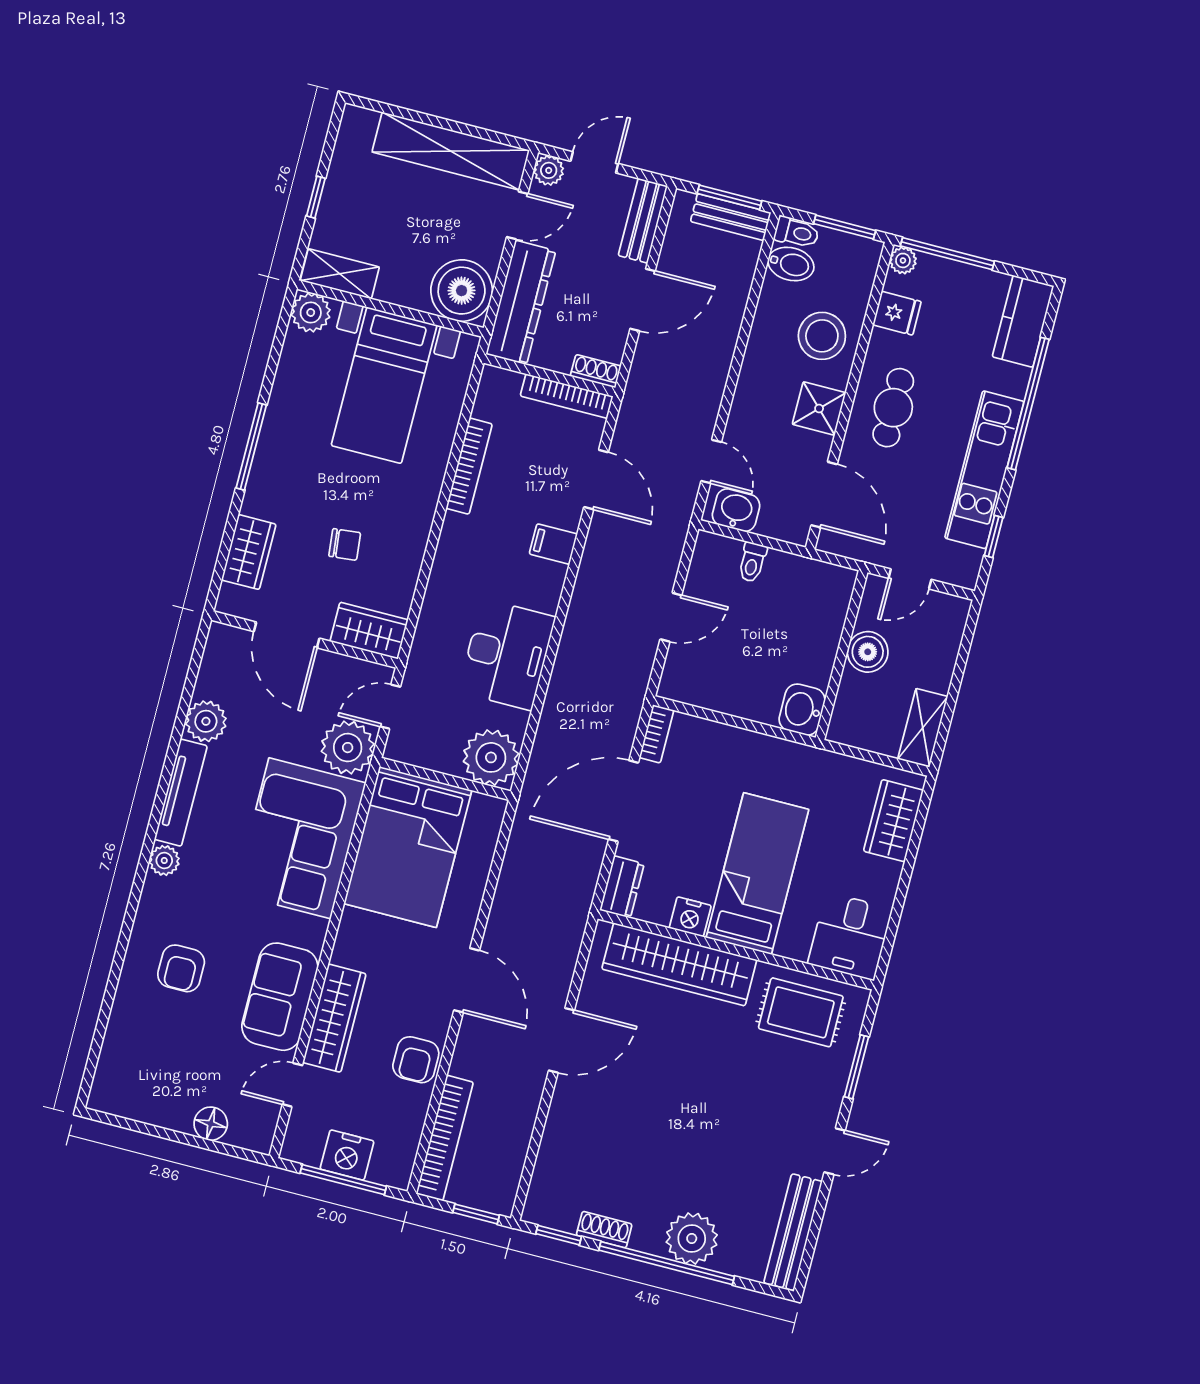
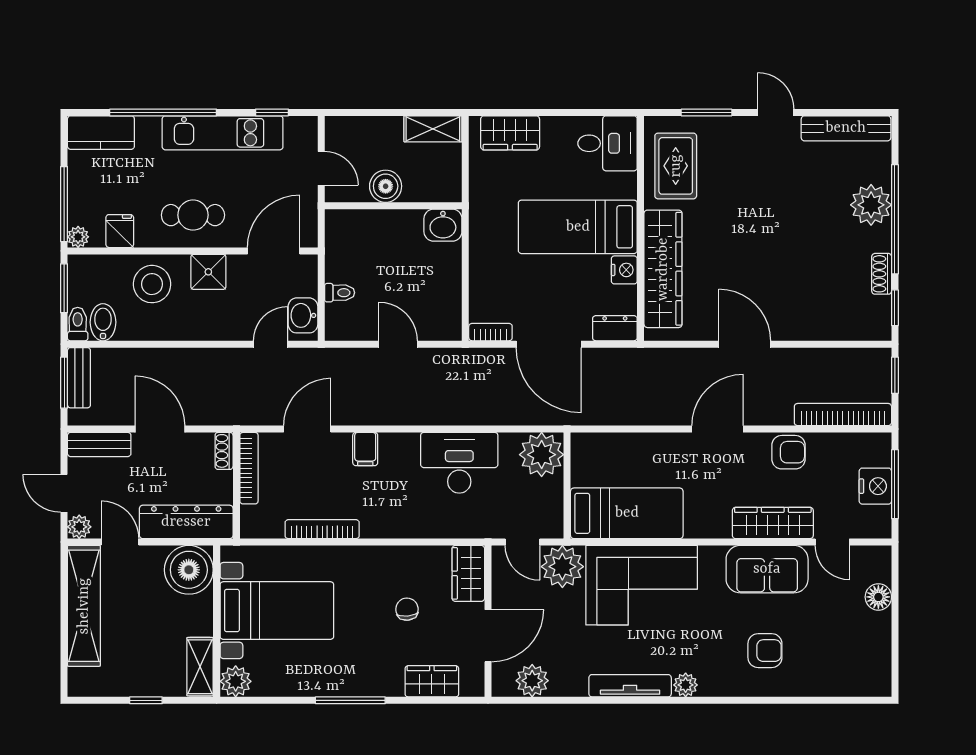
plant: (206, 721) -> (532, 681), moved
bed: (408, 847) -> (627, 513), width x0.67

